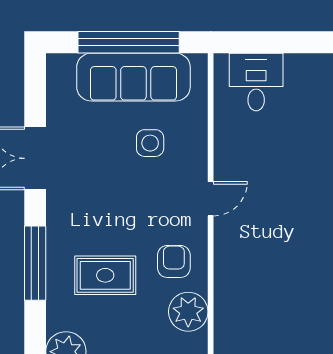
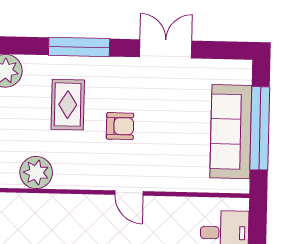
side table: (150, 143) -> (176, 144), removed
armchair: (174, 261) -> (120, 126), moved

